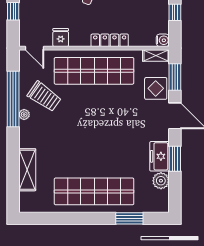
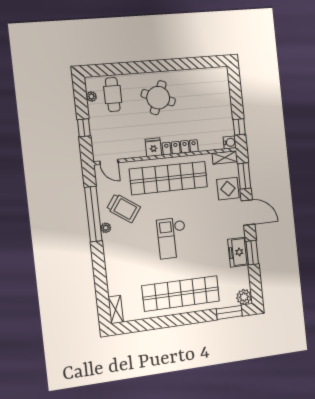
window: (175, 12) -> (239, 127), moved
fridge: (61, 38) -> (153, 147), moved
checkout: (91, 133) -> (172, 238), added
shelving: (27, 170) -> (116, 310), moved, width x0.67, depth x0.75
plant: (161, 181) -> (244, 297), moved
window: (129, 218) -> (229, 312), moved

